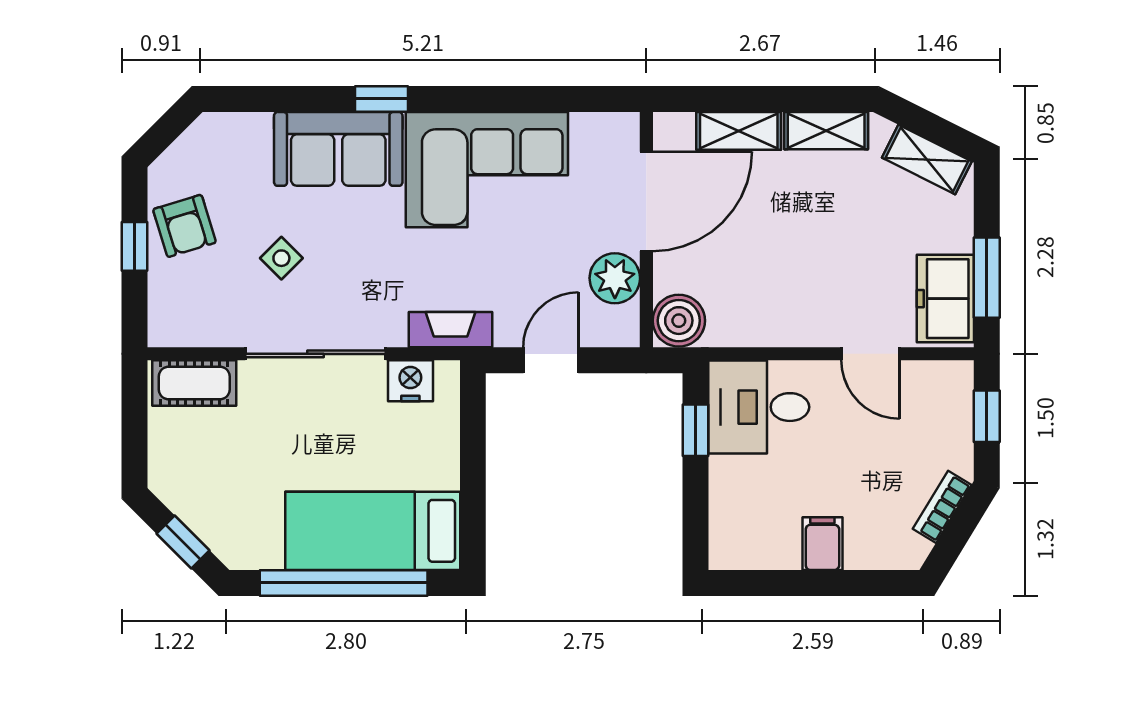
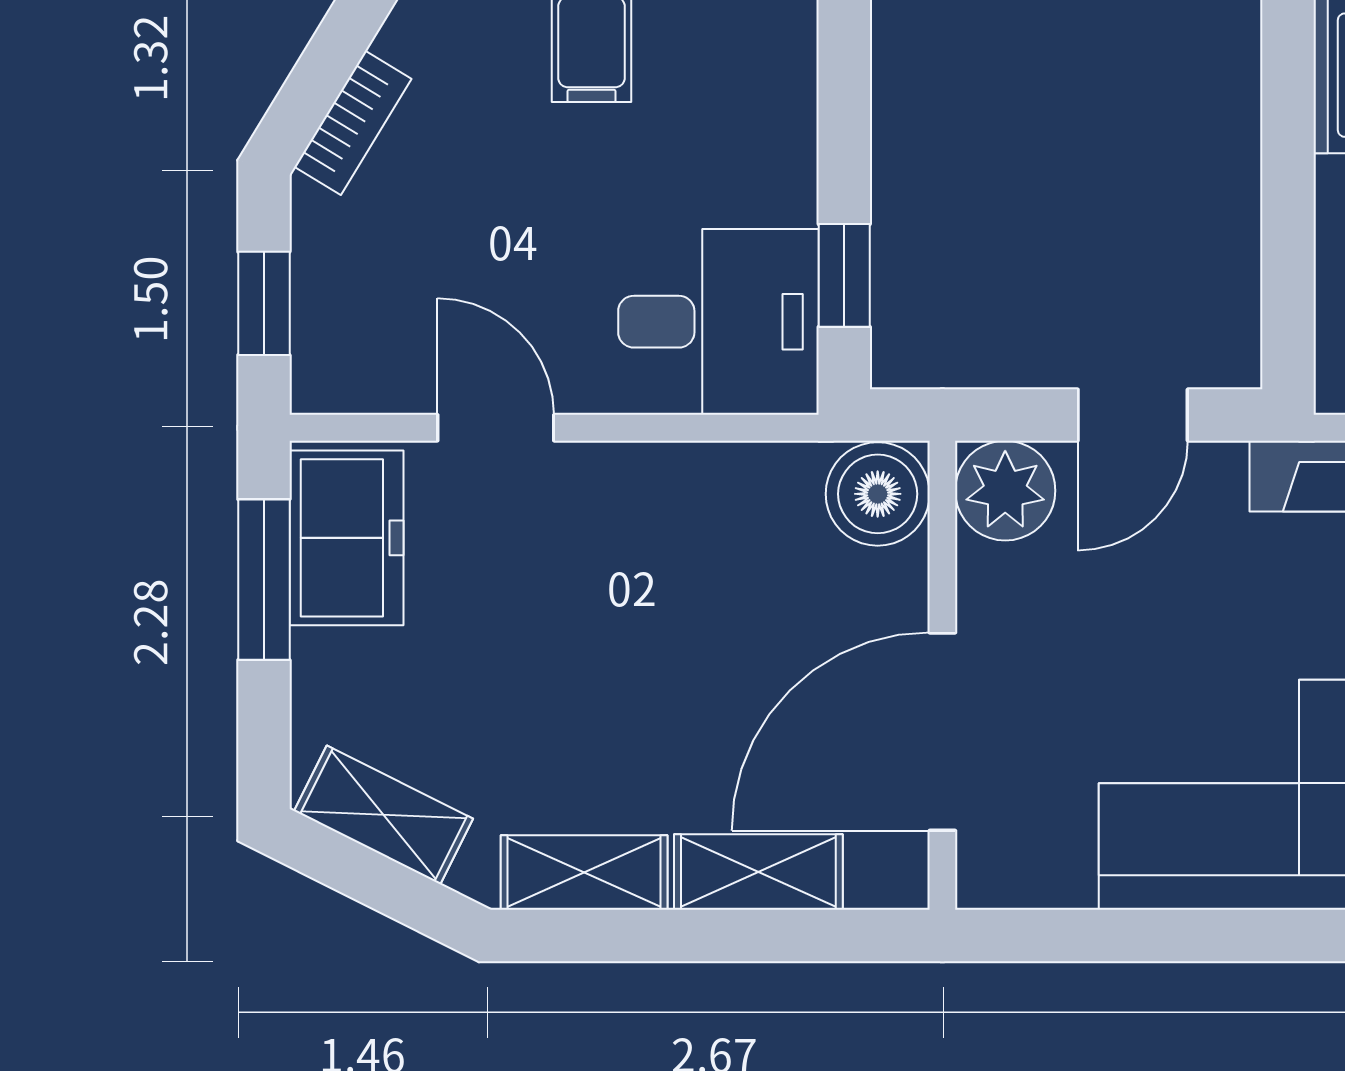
plant: (615, 278) -> (1005, 491), moved

